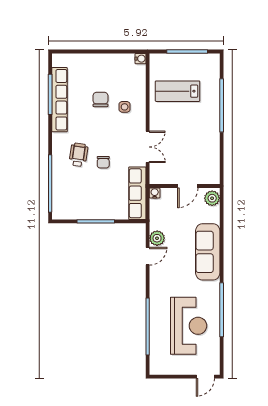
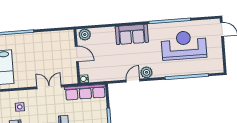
plant: (157, 238) -> (147, 72), moved
sofa: (208, 252) -> (132, 34), width x0.73
door: (148, 256) -> (133, 81), hinge flipped

